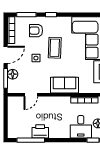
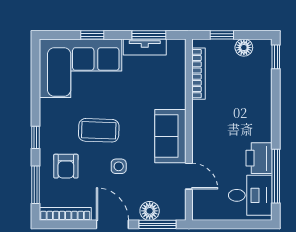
sofa: (64, 85) -> (170, 136), moved
desk: (81, 127) -> (250, 195), moved

